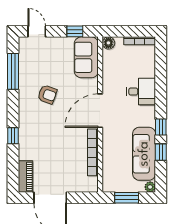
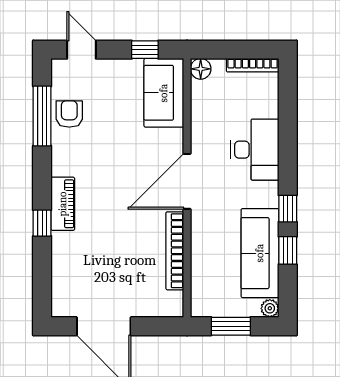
desk: (141, 92) -> (255, 150), width x1.37
armchair: (47, 94) -> (69, 114), moved, turned -110
piano: (25, 176) -> (63, 204), moved

